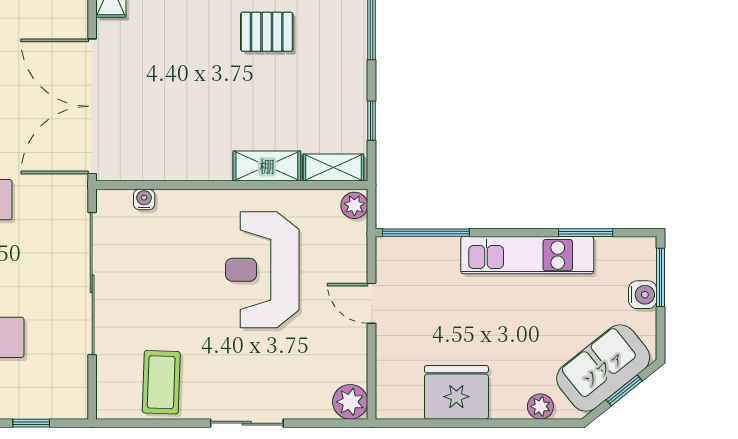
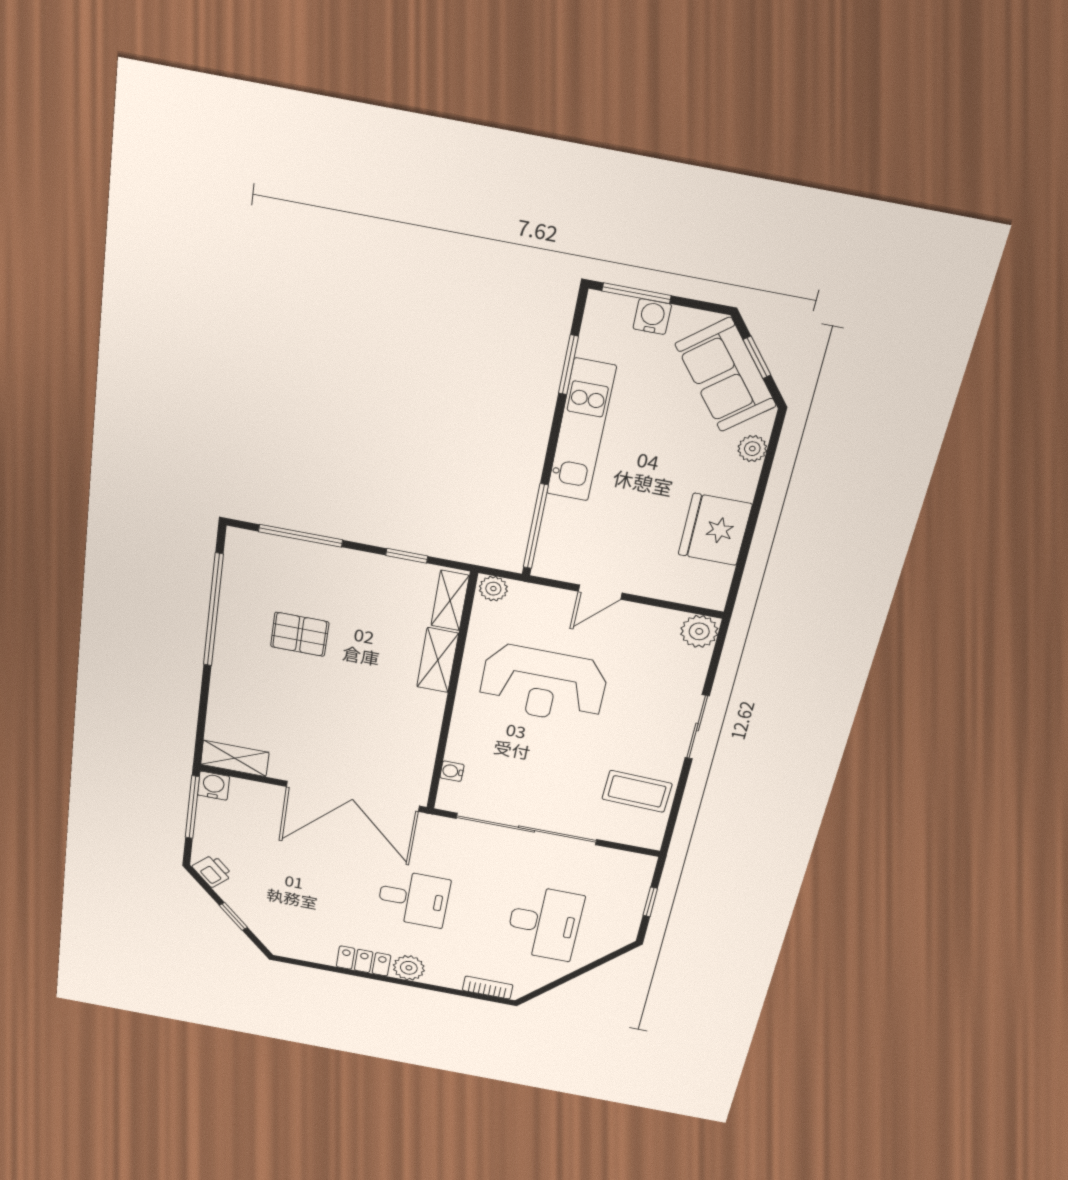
pallet: (267, 32) -> (300, 634), turned 90

